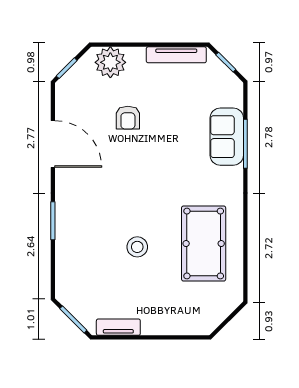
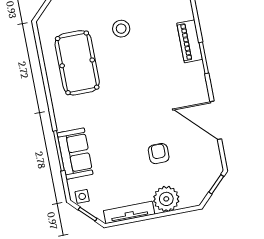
plant: (110, 62) -> (166, 199), moved
side table: (228, 84) -> (82, 196), added
piano: (66, 243) -> (190, 41), added
stool: (137, 247) -> (121, 29), moved

